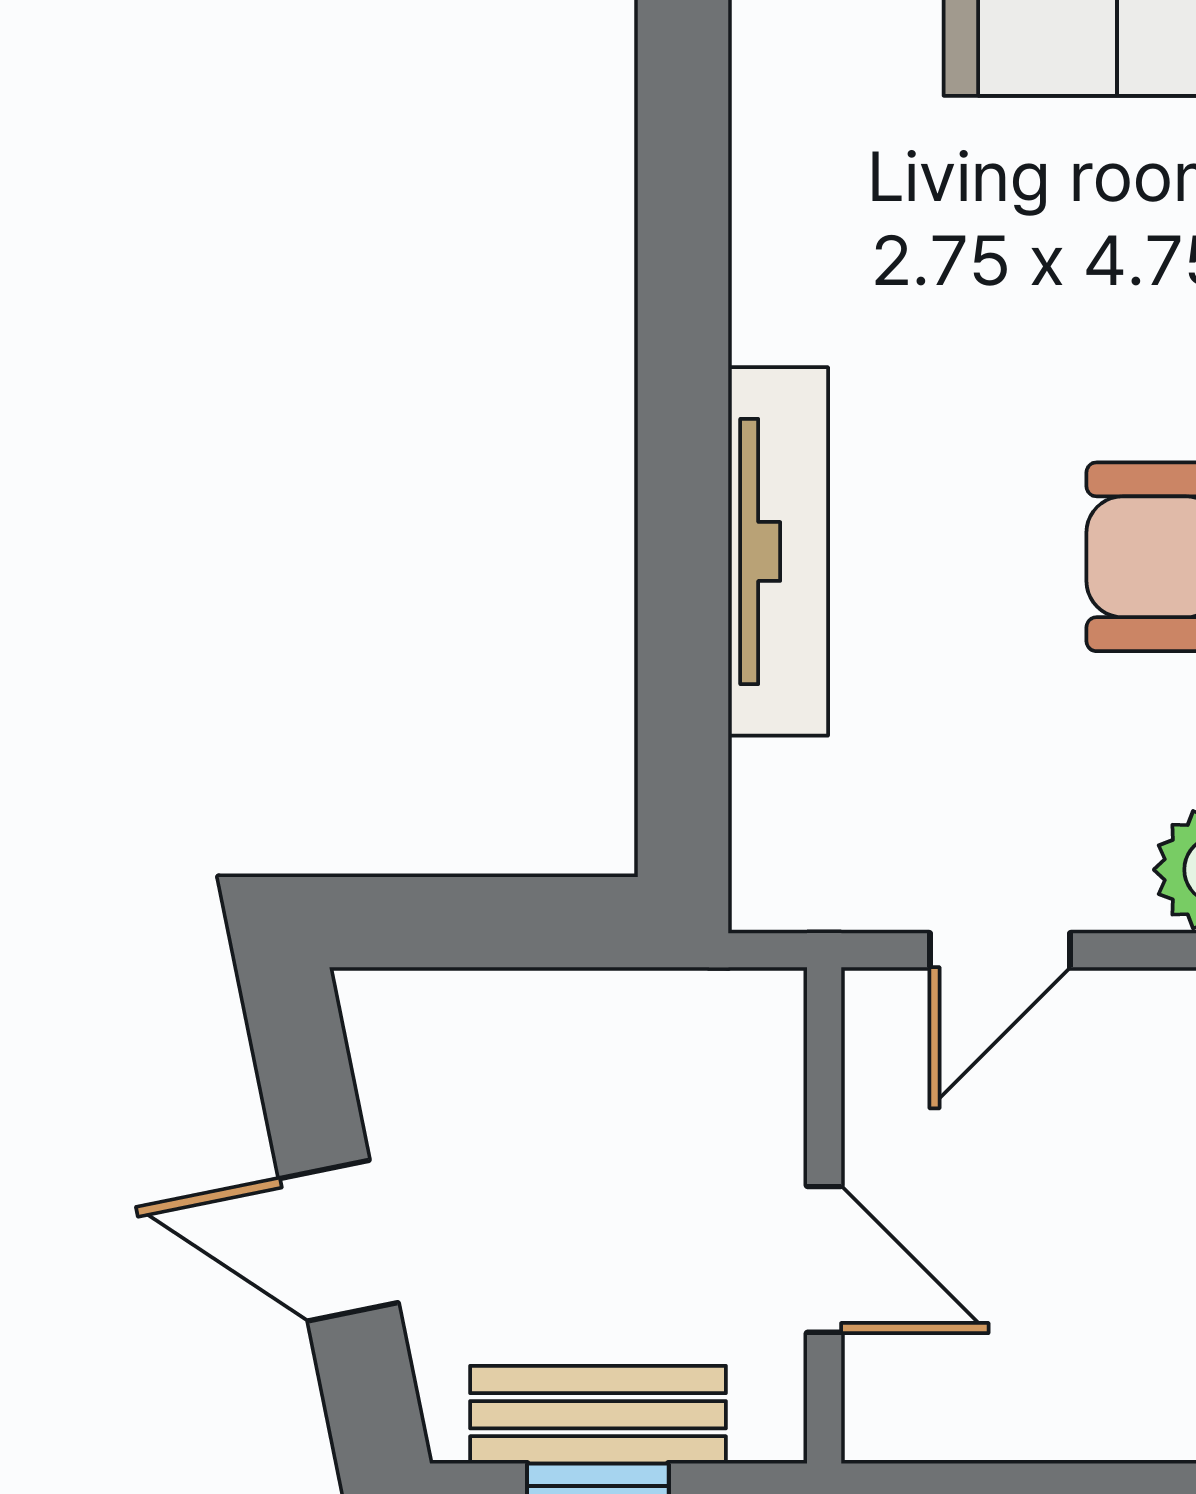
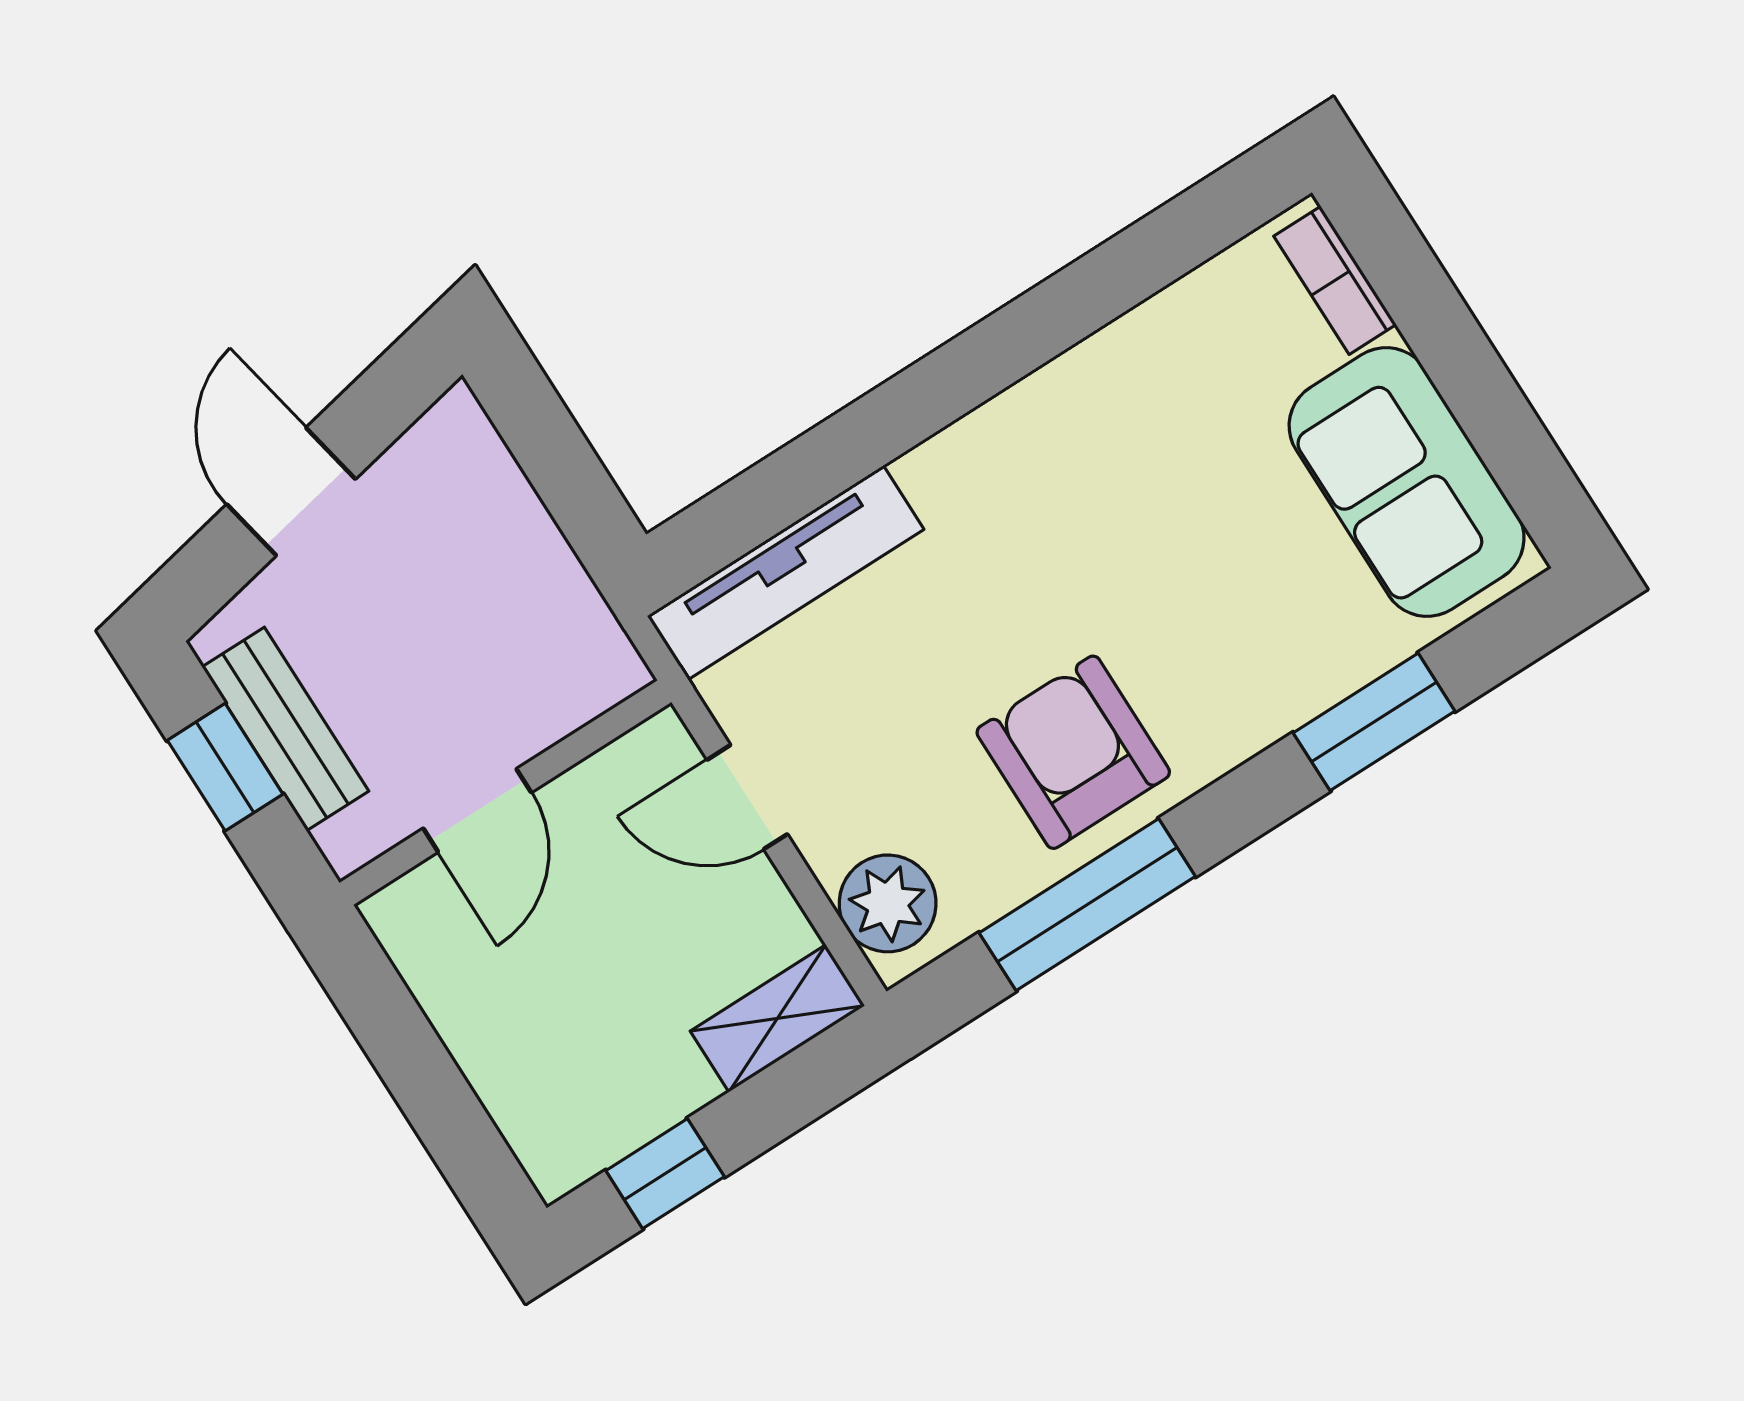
tv unit: (778, 551) -> (786, 573), moved

